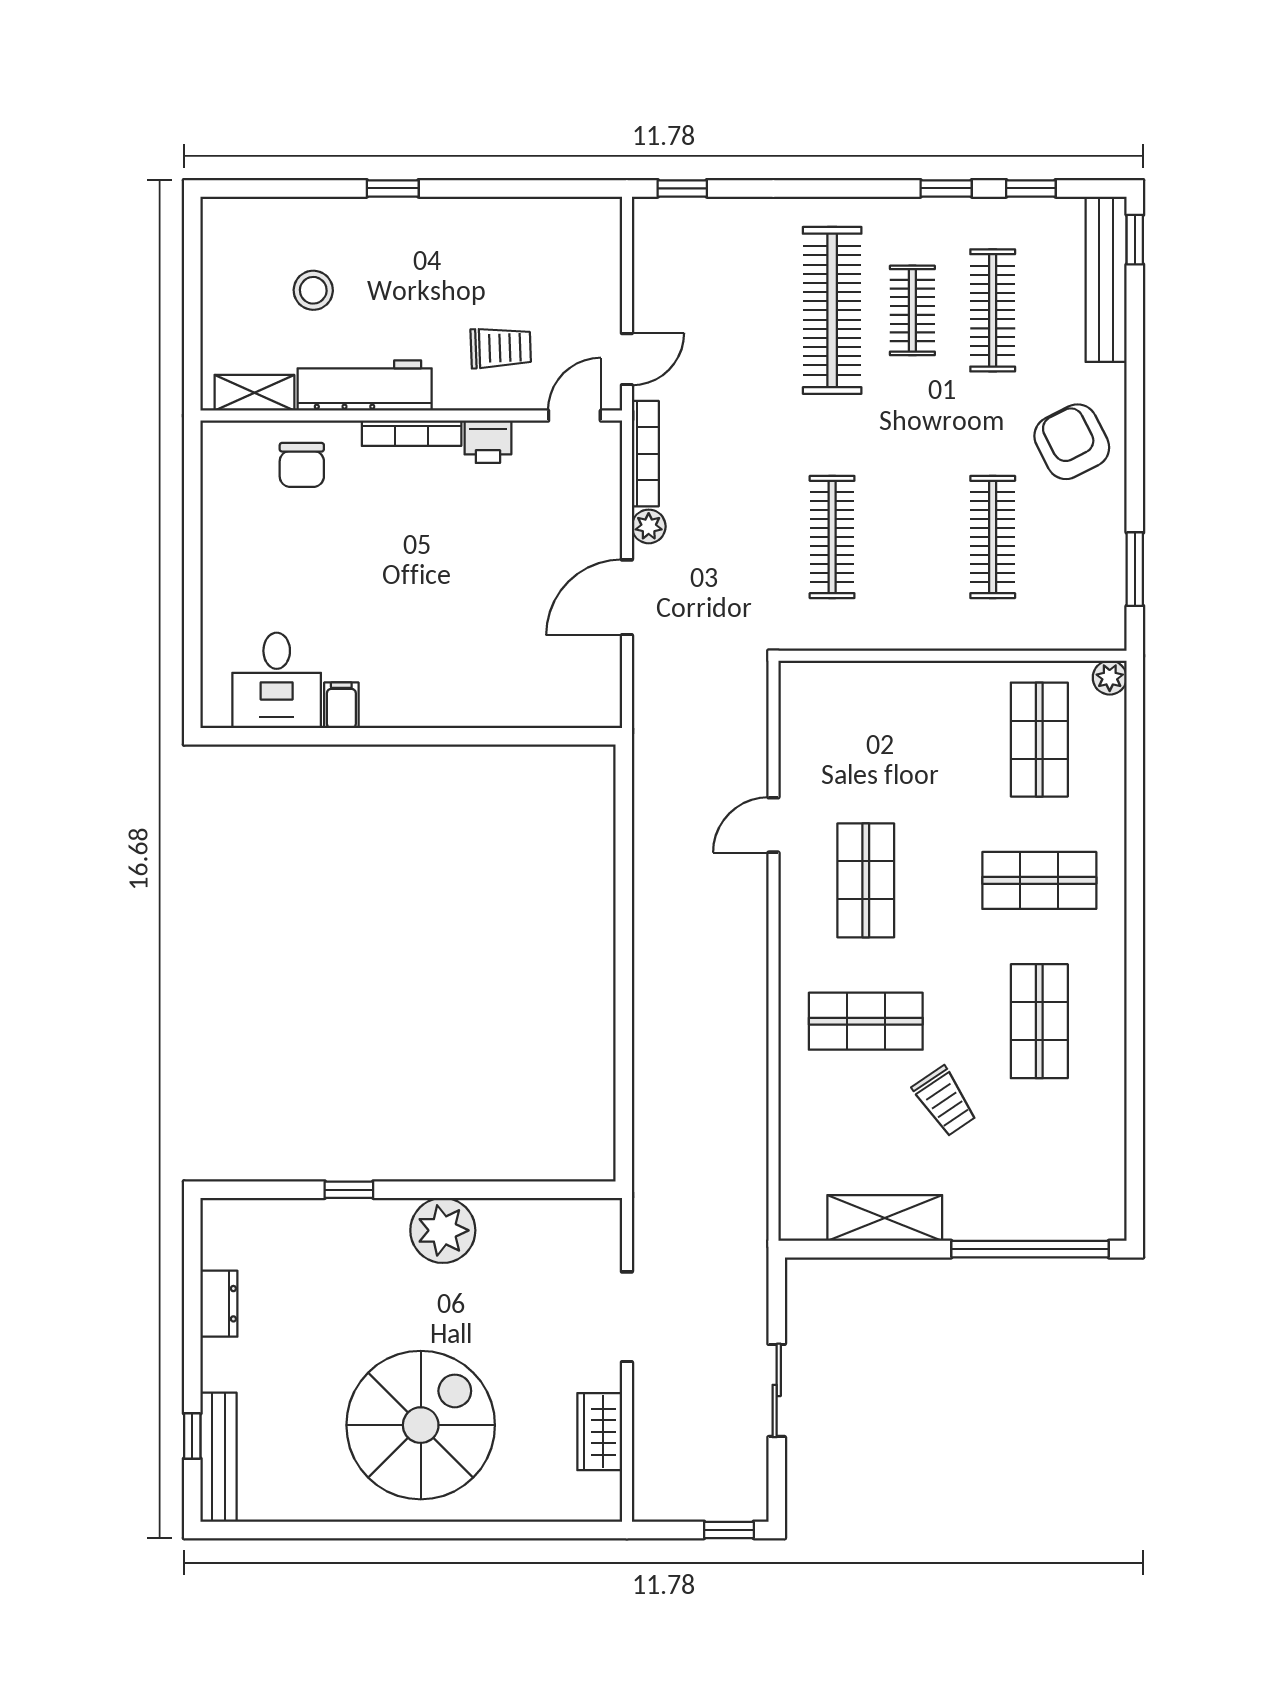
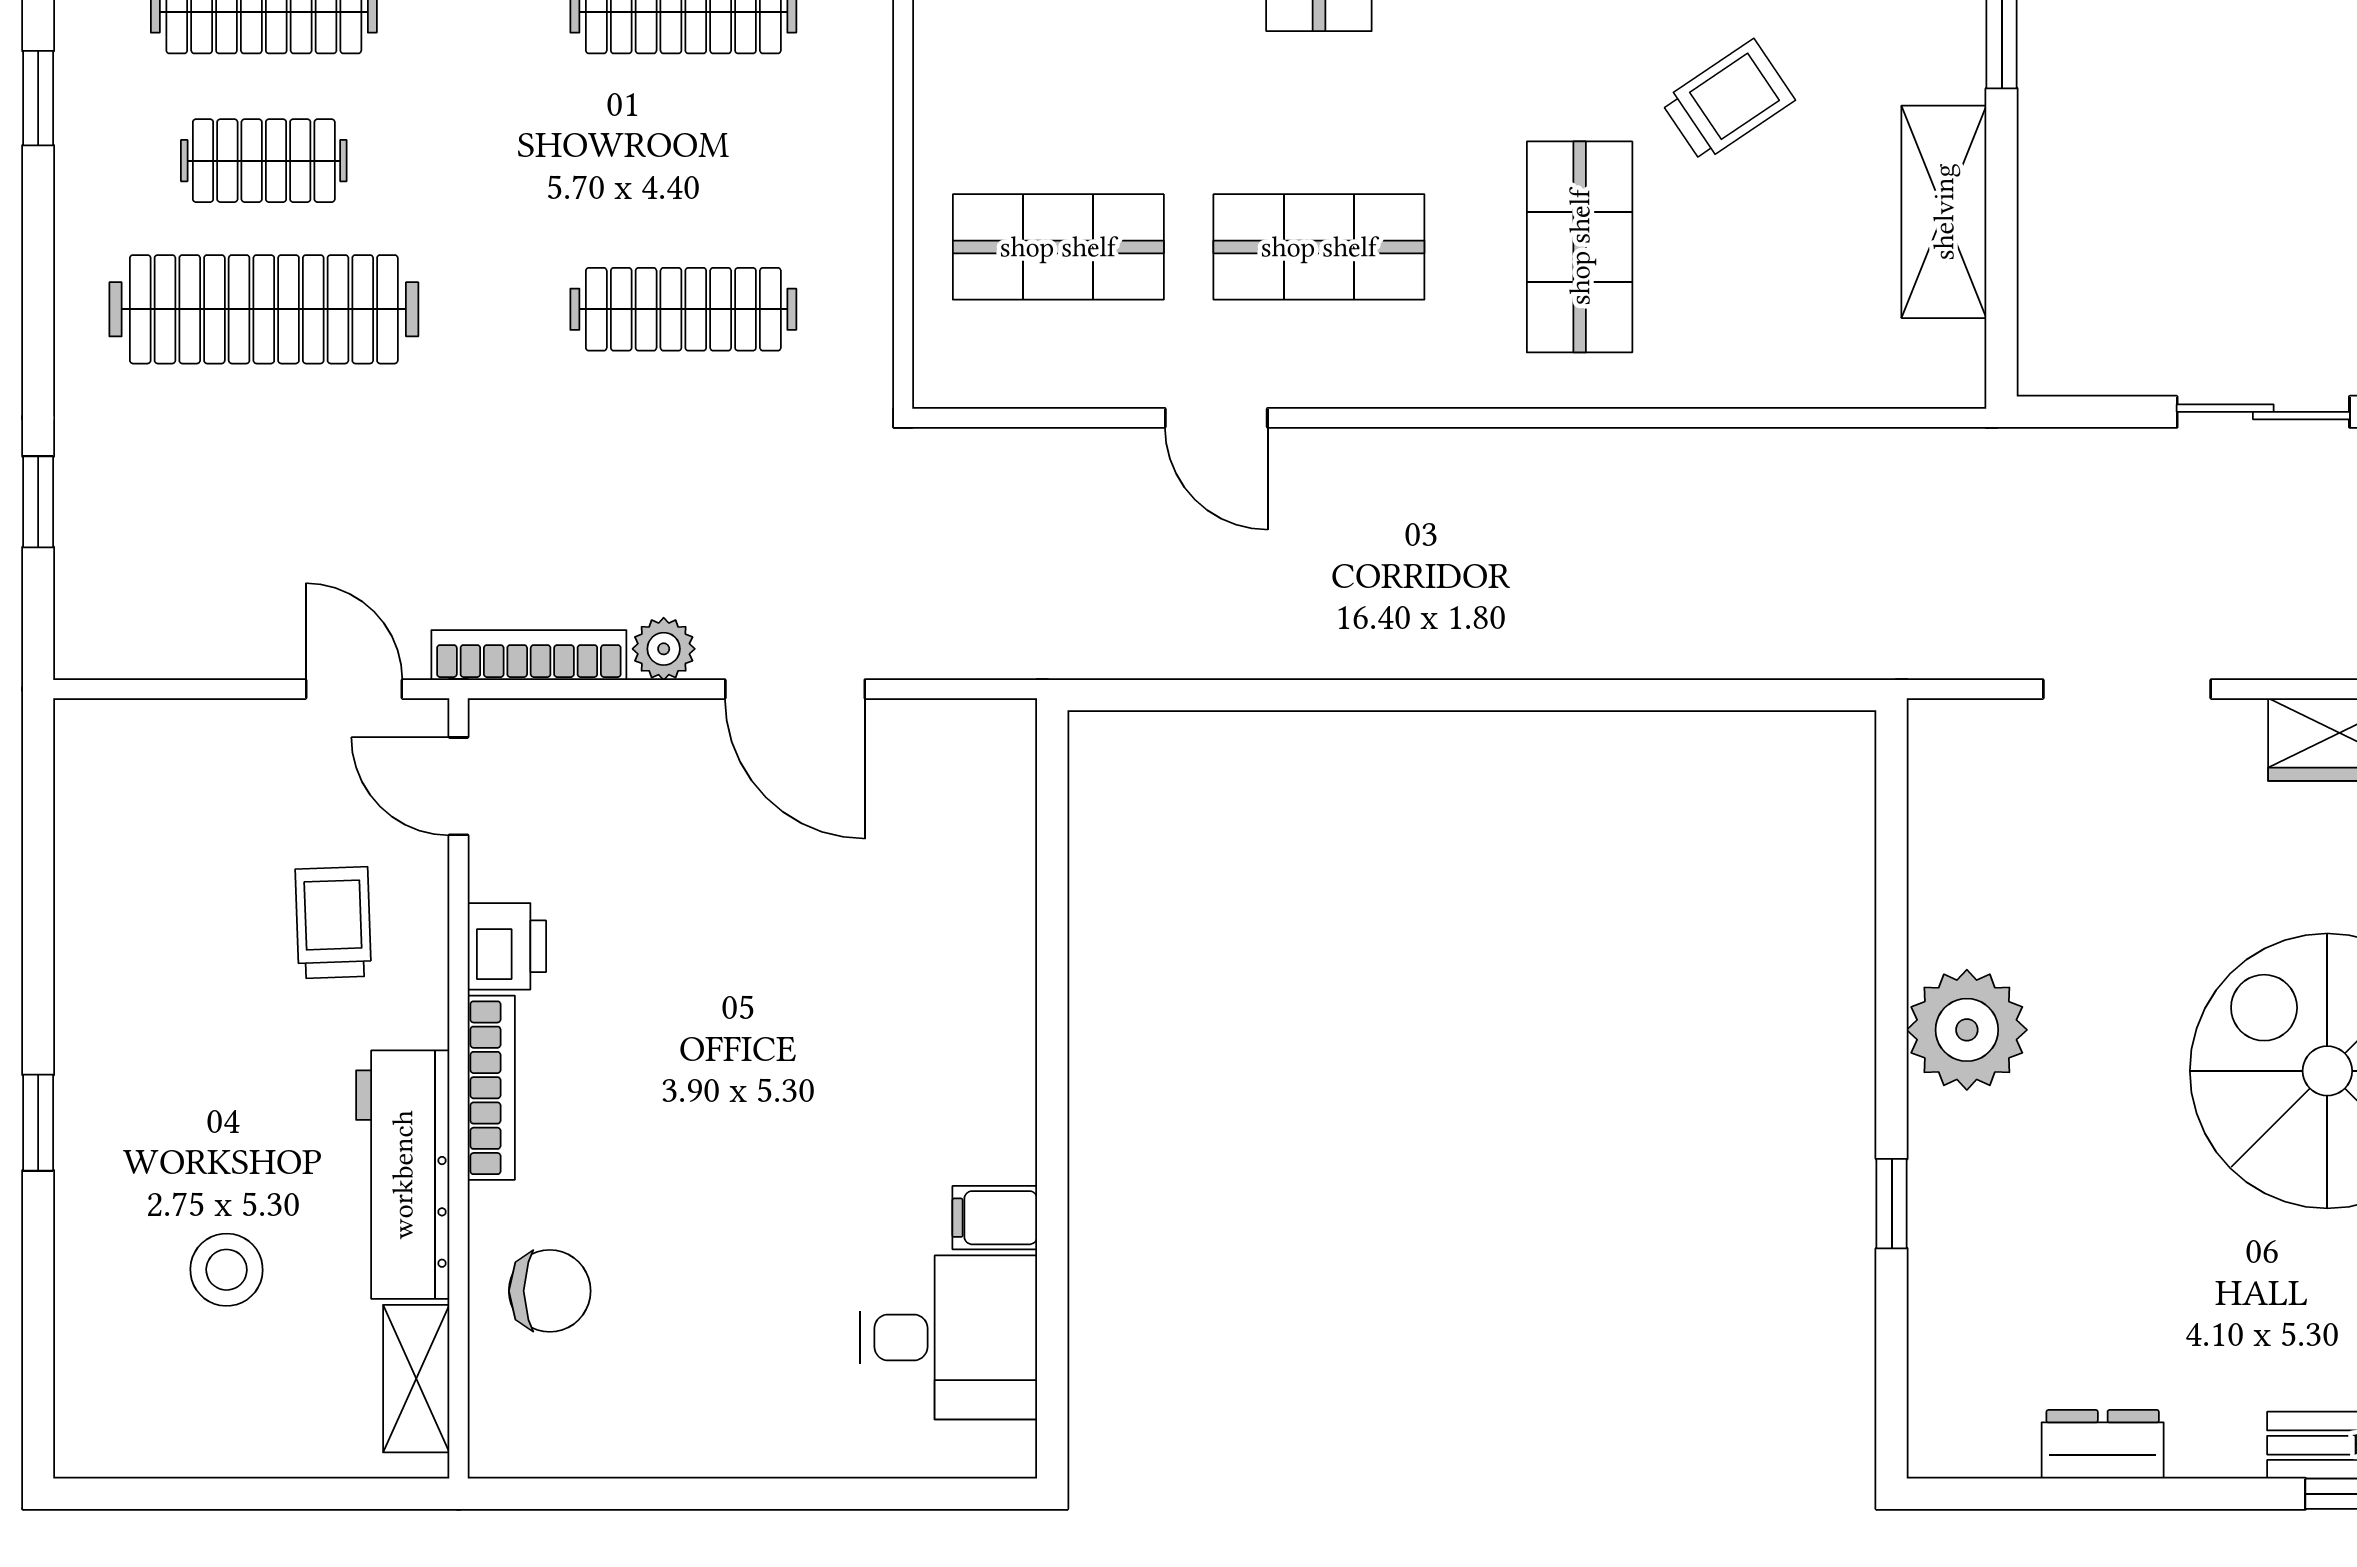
window: (682, 188) -> (38, 502), moved
shop shelf: (866, 740) -> (1058, 247), added

